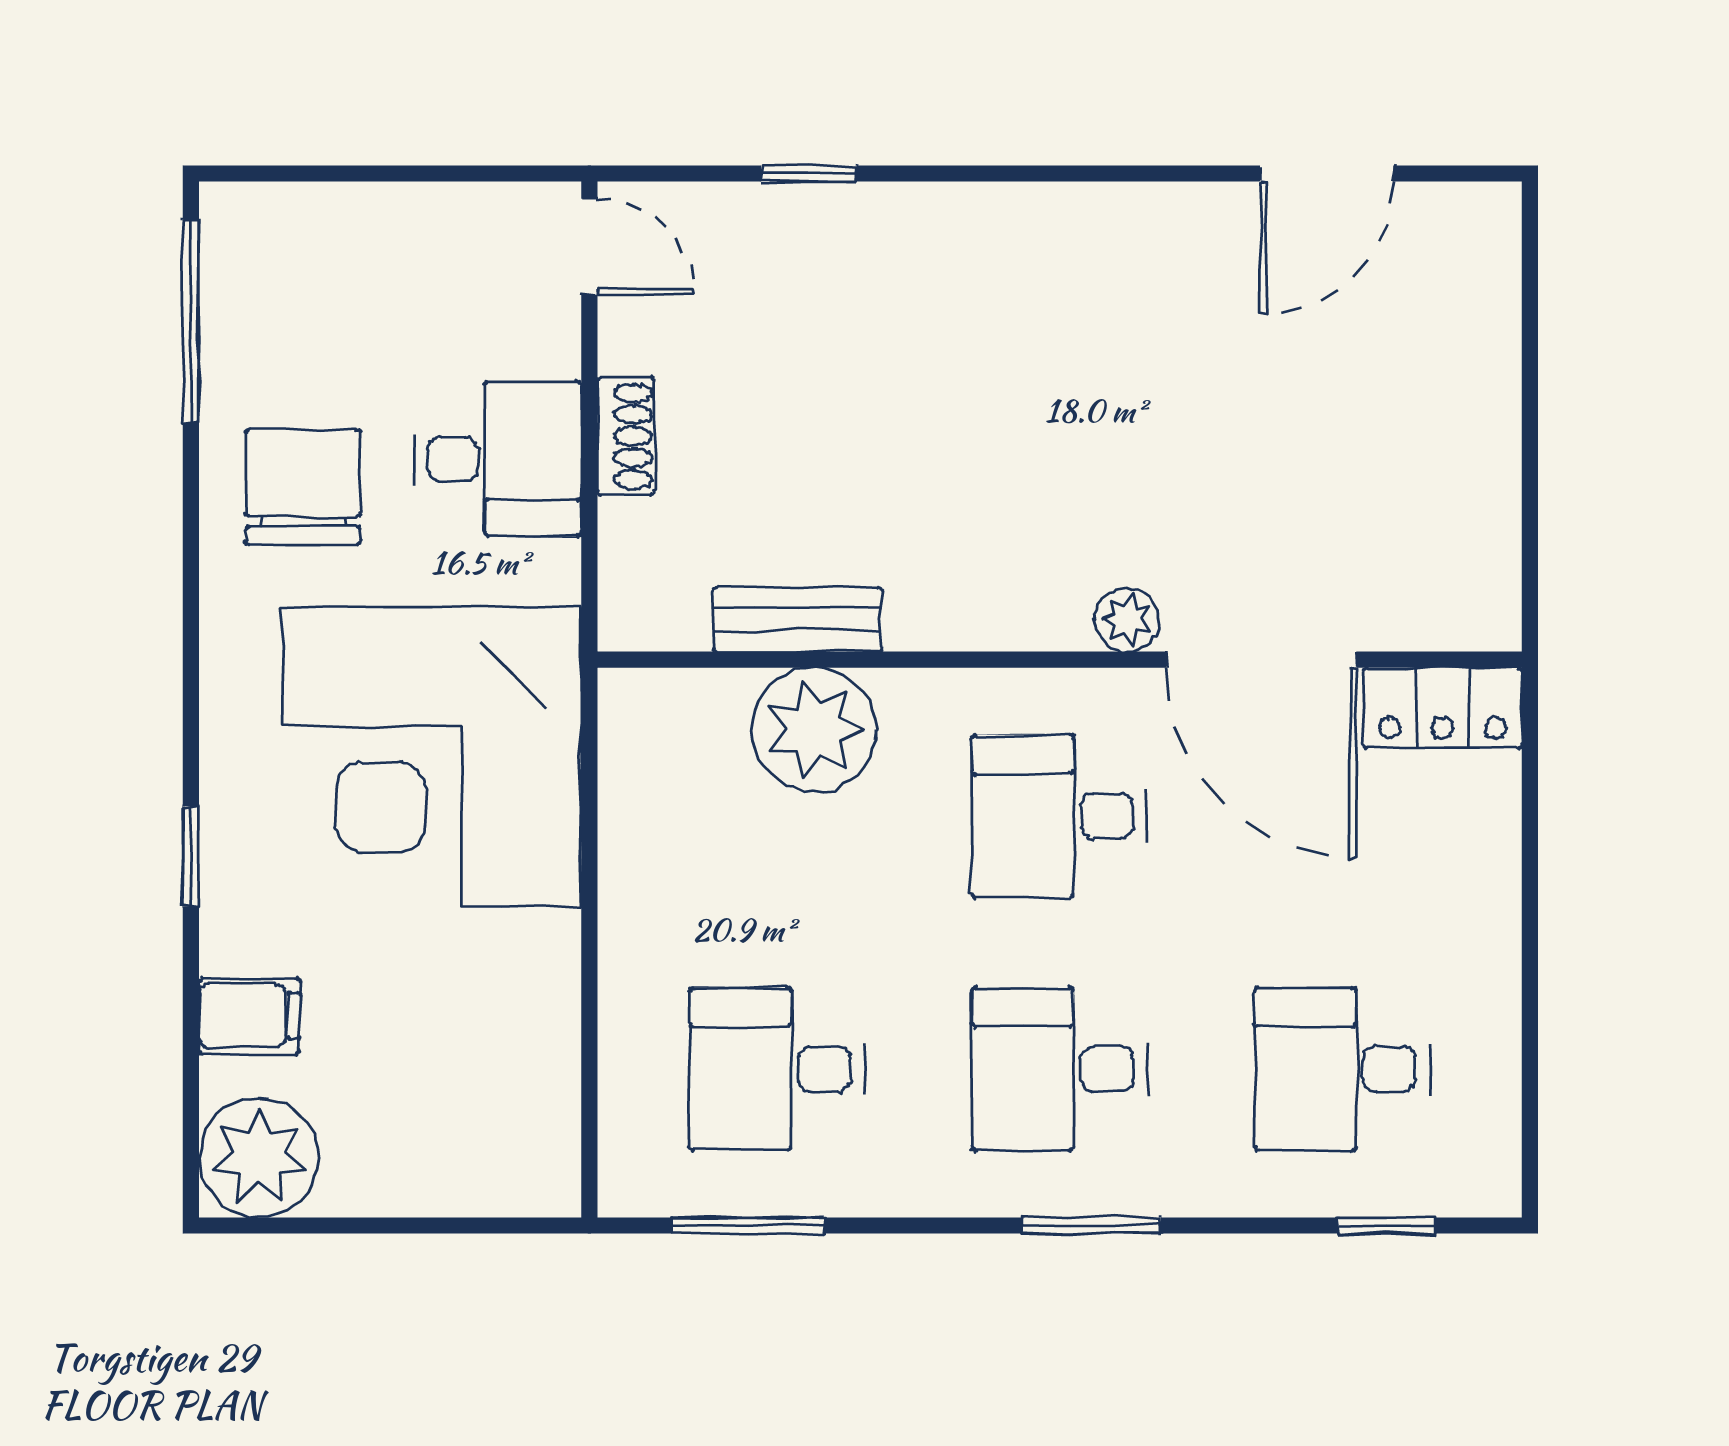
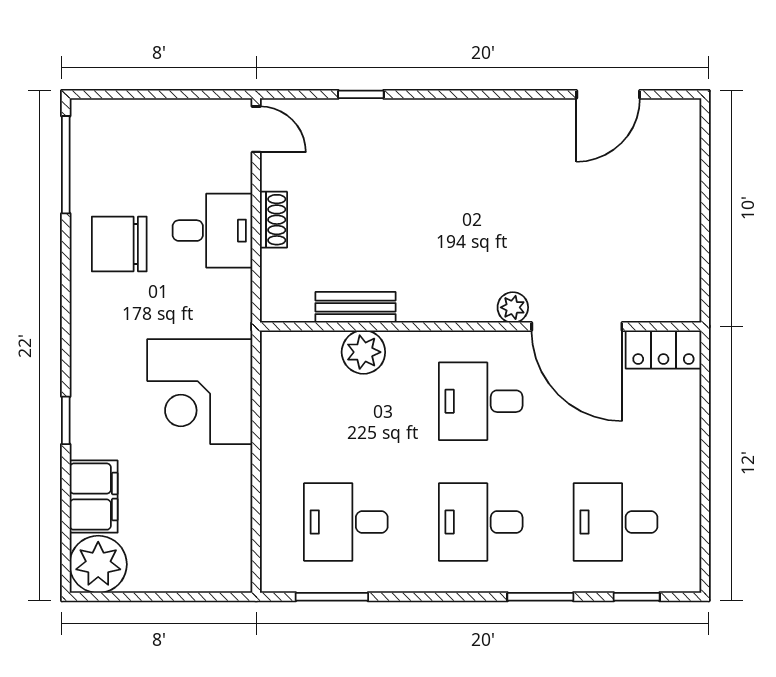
chair: (303, 487) -> (119, 244), turned -90
plant: (814, 730) -> (363, 352), width x0.73, depth x0.73
corner desk: (432, 756) -> (200, 392), width x0.74, depth x0.74
filing cabinet: (249, 1016) -> (94, 497), width x2.00
window: (1092, 1226) -> (540, 597), moved

